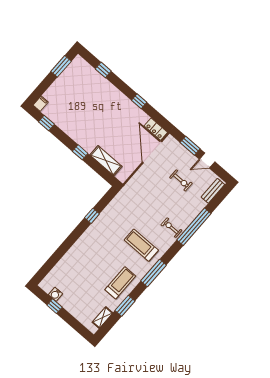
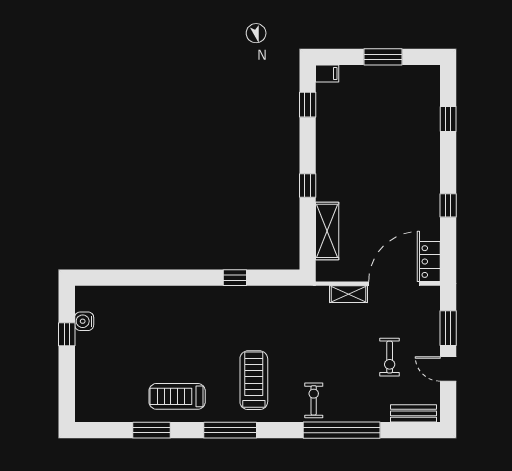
window: (61, 66) -> (383, 57), moved
treadmill: (120, 283) -> (177, 396), turned 180
shelving: (103, 318) -> (349, 294), moved

